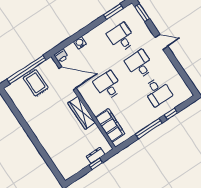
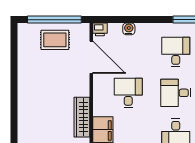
desk: (139, 64) -> (176, 93), turned -90
rug: (36, 83) -> (55, 40), turned 90
wardrobe: (82, 113) -> (82, 117), moved

